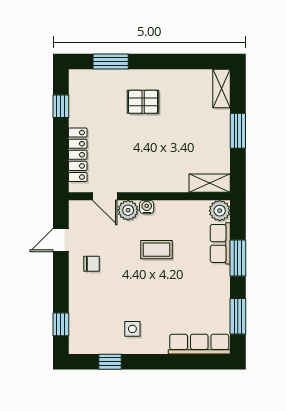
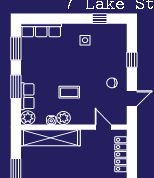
shelving: (210, 183) -> (51, 138), width x2.20, depth x1.33
water cooler: (147, 207) -> (51, 120), moved
plant: (128, 210) -> (63, 118), moved
window: (61, 324) -> (132, 60), moved

